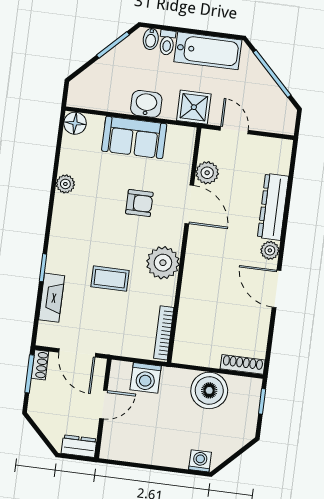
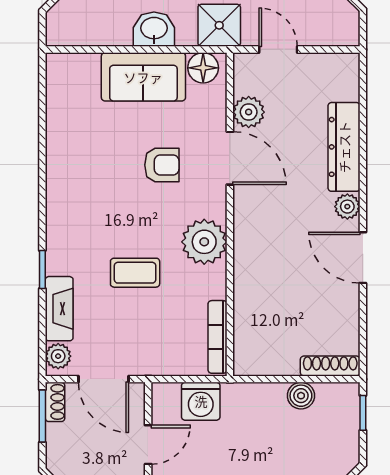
floor lamp: (75, 123) -> (203, 68), moved
plant: (65, 184) -> (58, 356), moved
boiler: (209, 390) -> (301, 396), width x0.54, depth x0.54

